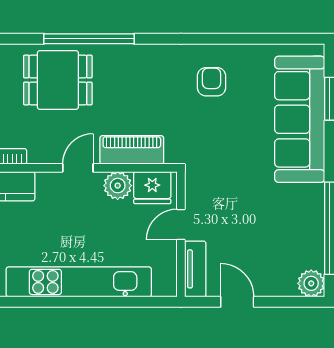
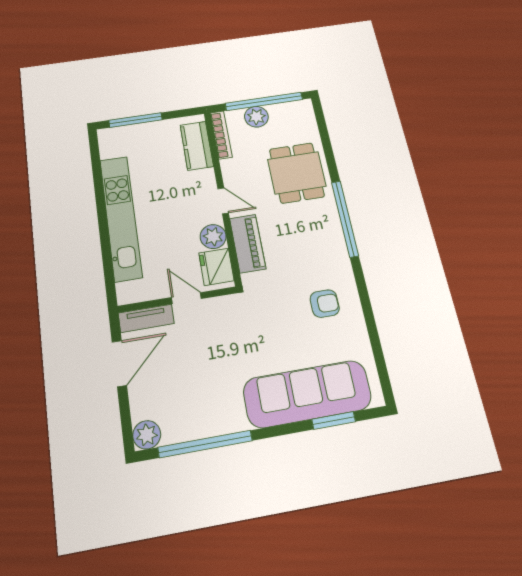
window: (89, 39) -> (345, 219), moved
door: (237, 302) -> (119, 364), width x1.38

